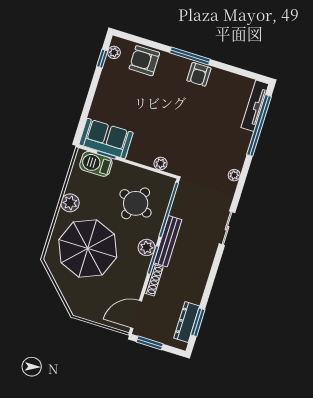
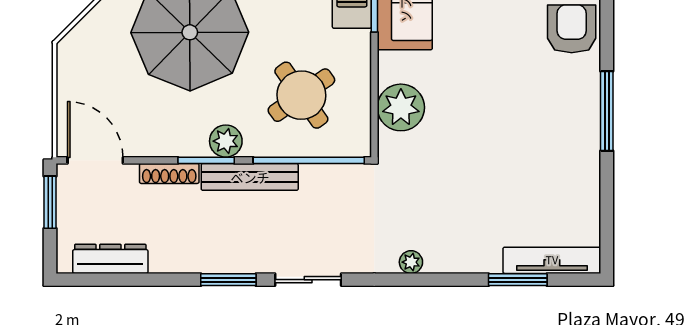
armchair: (199, 74) -> (578, 138), removed
window: (259, 125) -> (518, 280), width x0.47
plant: (161, 164) -> (401, 107), width x1.87, depth x1.87
round table: (136, 203) -> (301, 95), turned 32
window: (198, 322) -> (228, 280), moved

